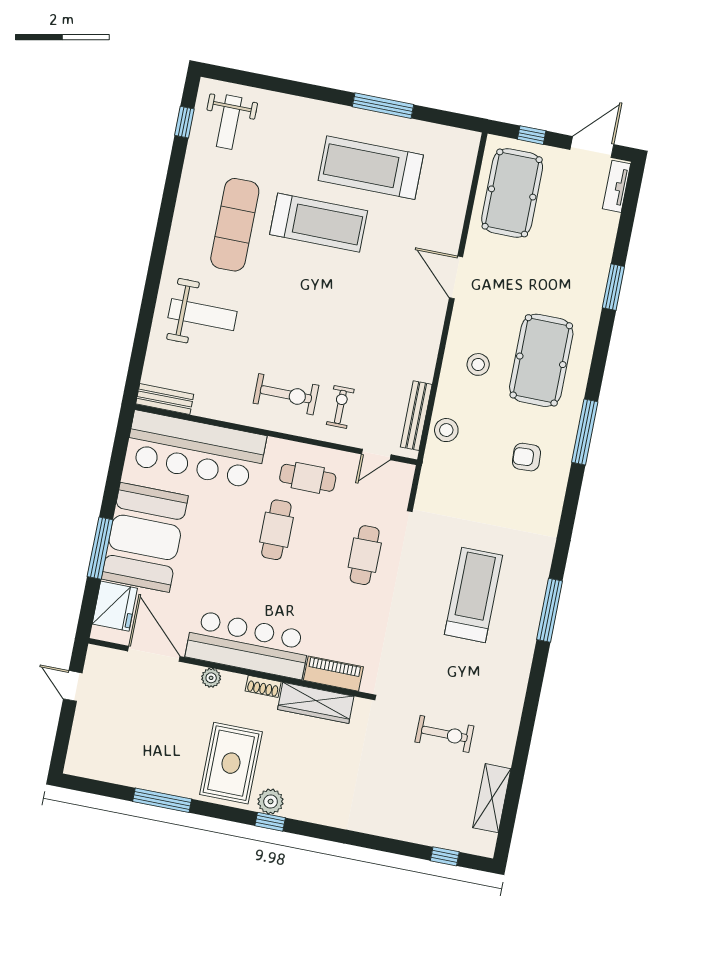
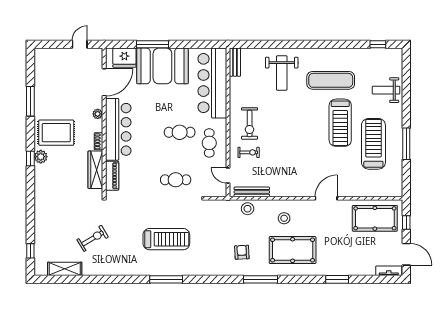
weight bench: (229, 122) -> (386, 90), moved
exercise bike: (444, 734) -> (93, 238), turned -121

